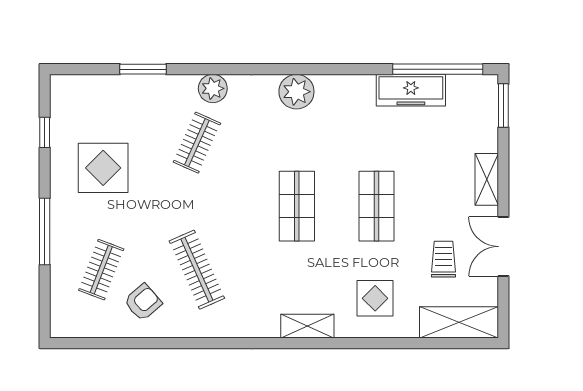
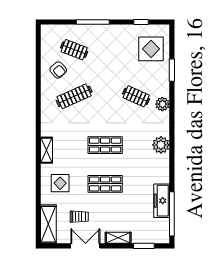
window: (503, 106) -> (144, 246), moved
display table: (103, 168) -> (151, 49), moved

